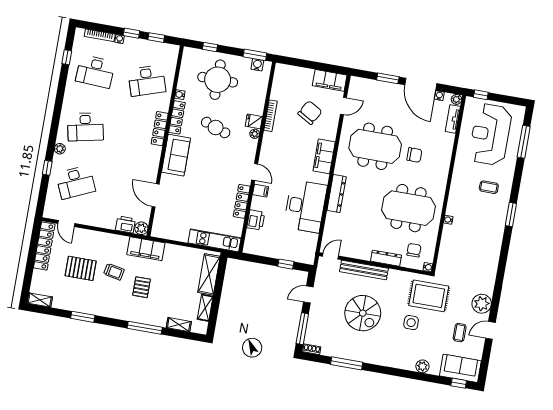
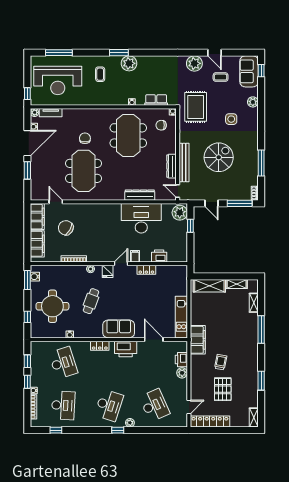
locker: (177, 117) -> (88, 333), removed
fridge: (254, 121) -> (108, 271), moved
desk: (85, 127) -> (109, 405), turned 30
locker: (160, 129) -> (100, 346), width x0.66
filing cabinet: (324, 156) -> (37, 244), moved, turned -90
printer: (150, 159) -> (126, 349), added
window: (47, 168) -> (118, 430), moved
dresser: (337, 194) -> (140, 195), moved
door: (156, 195) -> (154, 340), swing flipped
locker: (242, 201) -> (146, 270), width x0.66
plant: (496, 224) -> (129, 63), added
plant: (141, 228) -> (182, 373), moved
kitchen unit: (215, 240) -> (181, 317), moved
row of seats: (446, 249) -> (156, 100), added
plant: (304, 254) -> (180, 213), added
dresser: (386, 258) -> (171, 166), moved
pallet: (142, 287) -> (229, 338), removed
side table: (411, 323) -> (231, 119), moved

